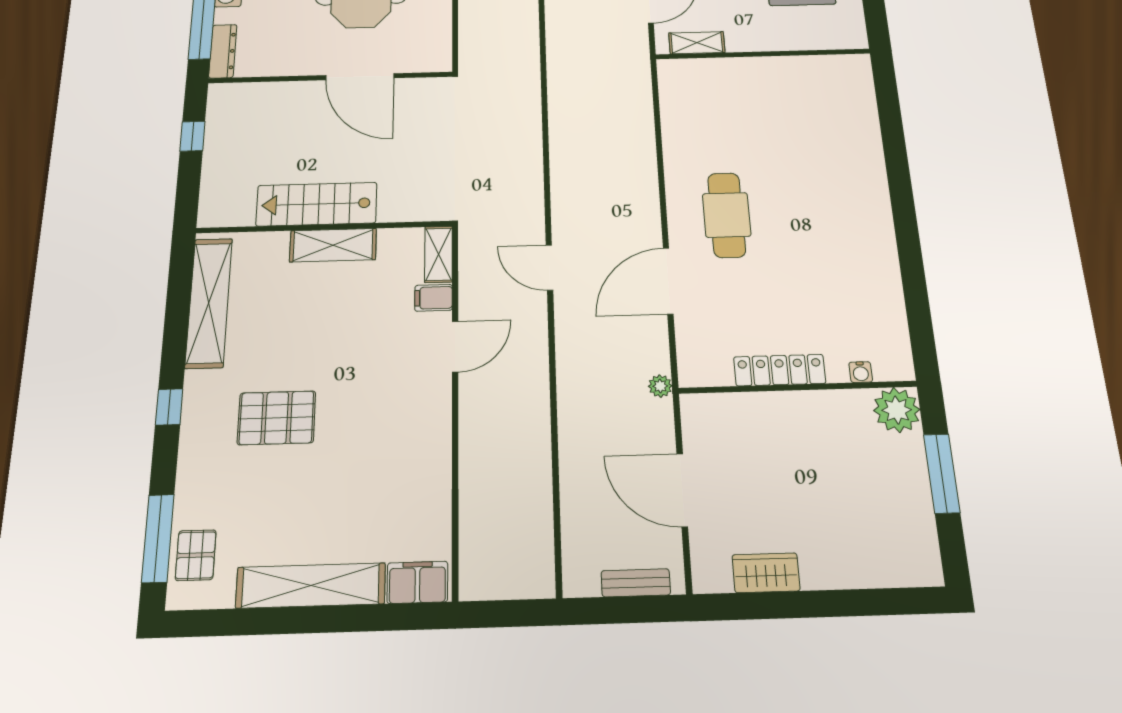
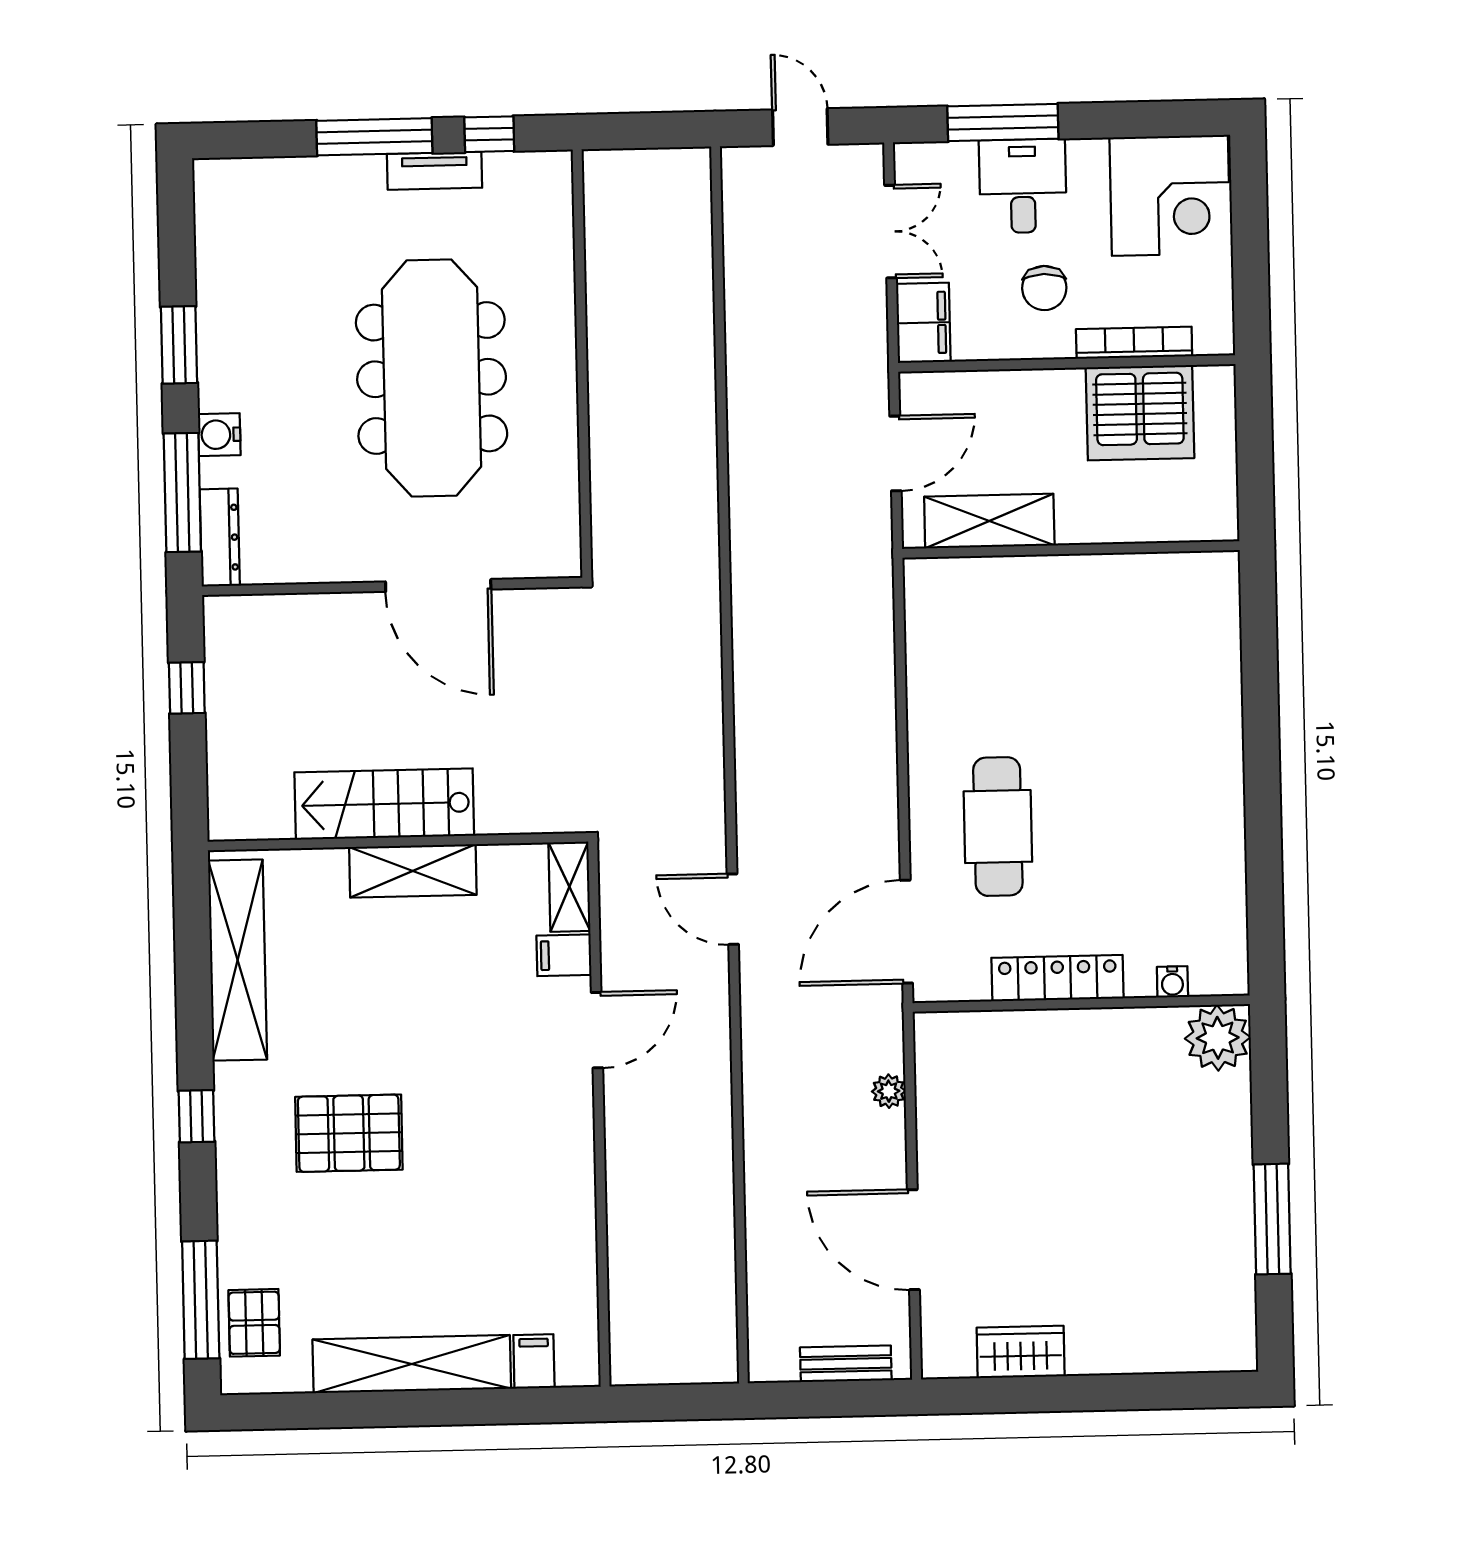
shelving: (697, 43) -> (989, 521), width x1.50, depth x1.33
locker: (780, 370) -> (1057, 978), moved
water cooler: (861, 372) -> (1172, 982), moved
wall: (798, 387) -> (1081, 1004), moved
plant: (897, 410) -> (1218, 1038), moved
filing cabinet: (417, 582) -> (534, 1361), width x0.50

